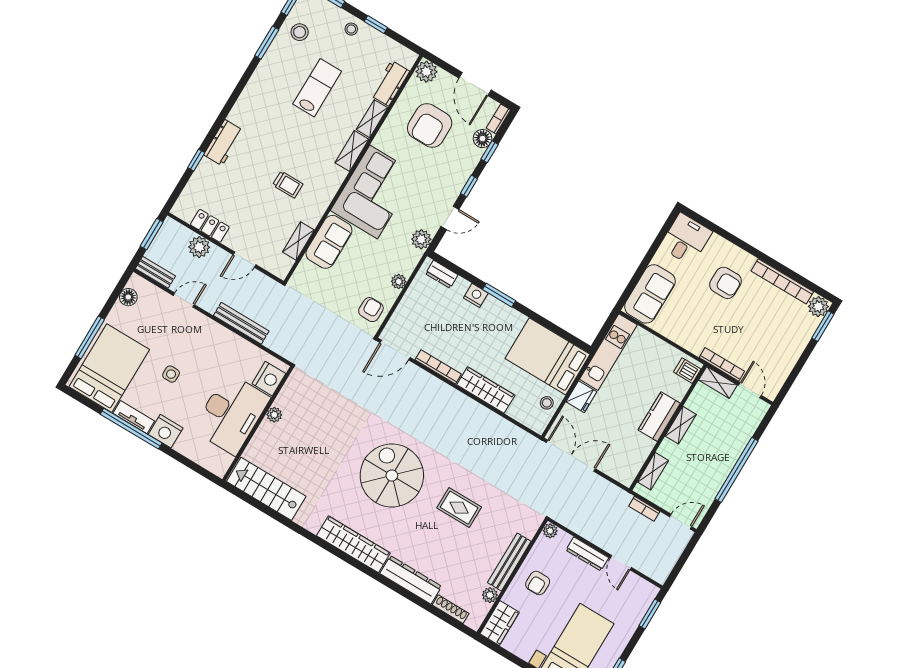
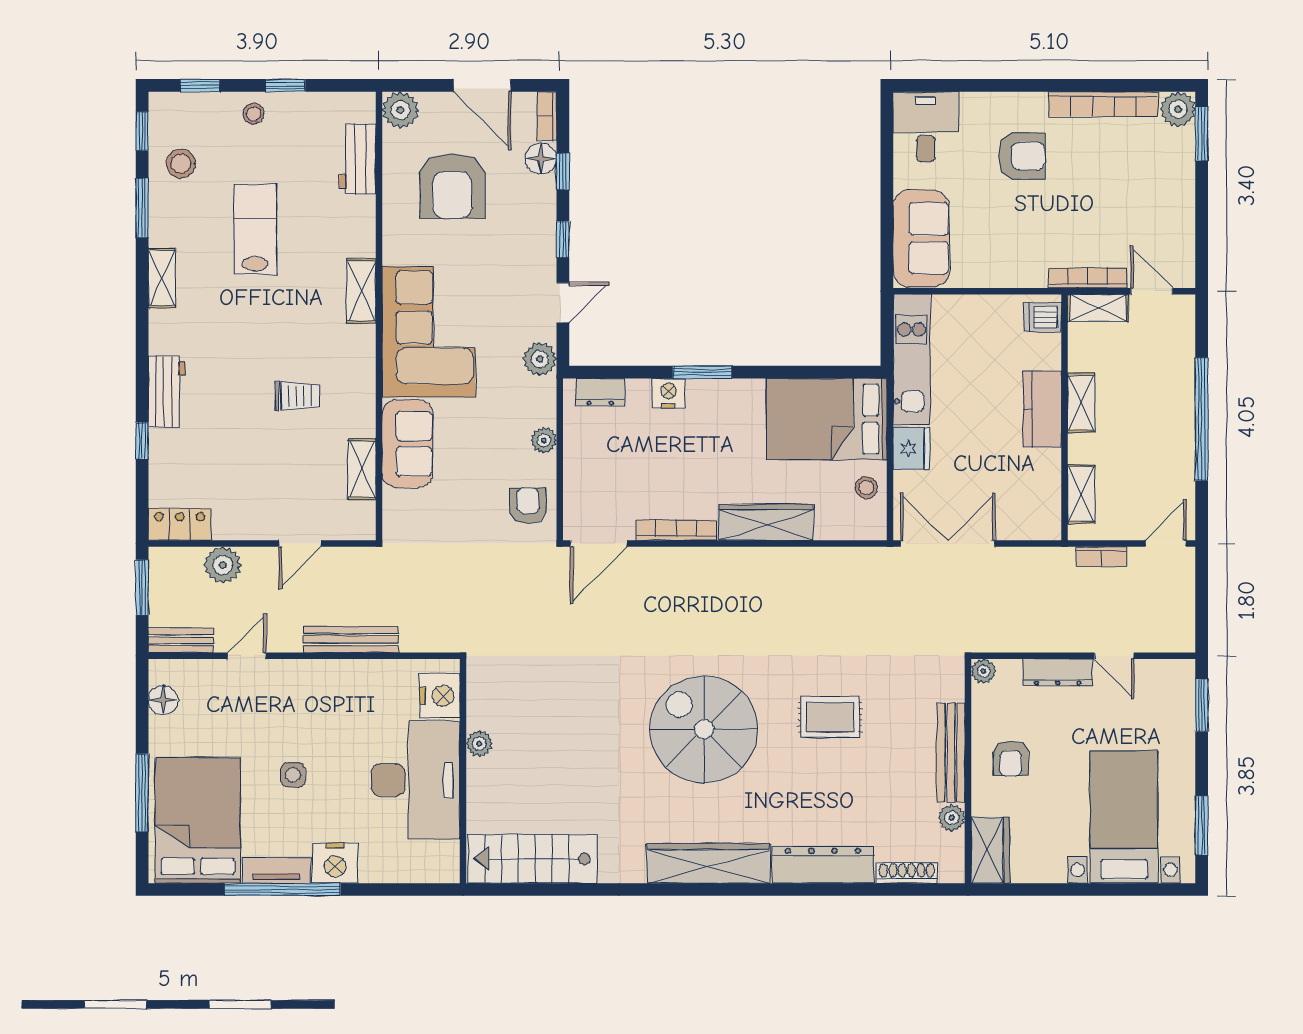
shelving: (372, 119) -> (162, 278), moved
locker: (210, 226) -> (180, 525), moved

